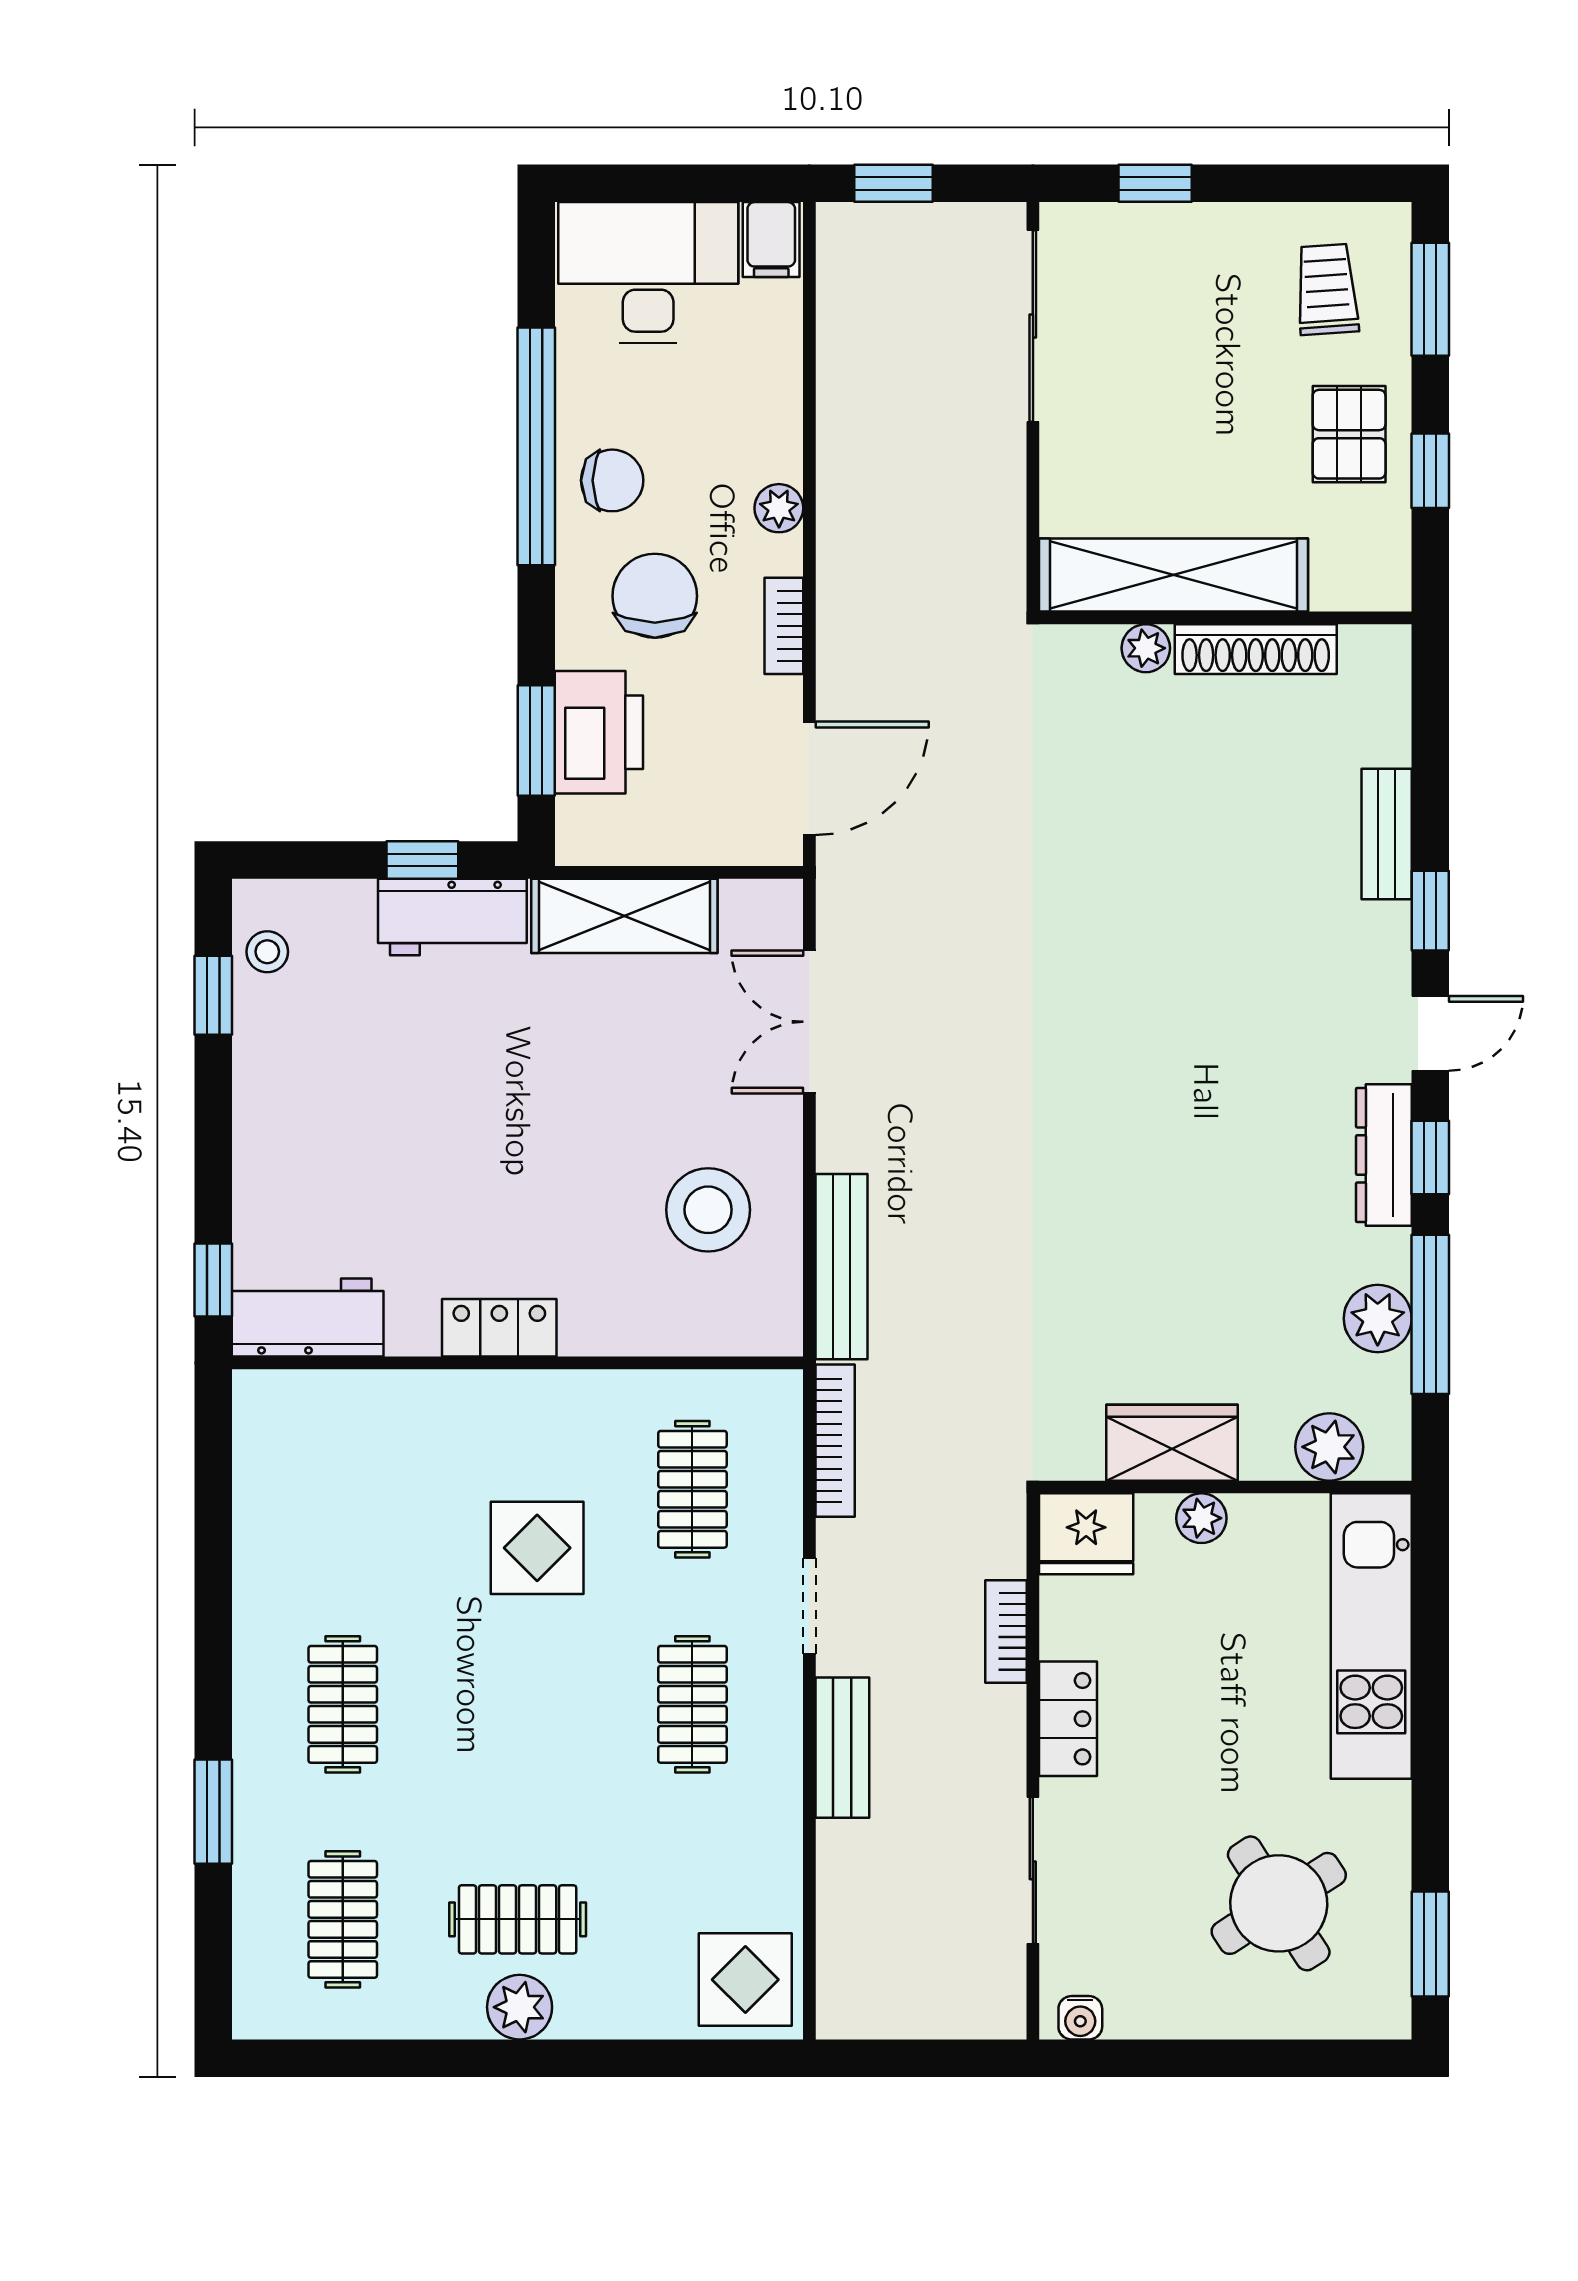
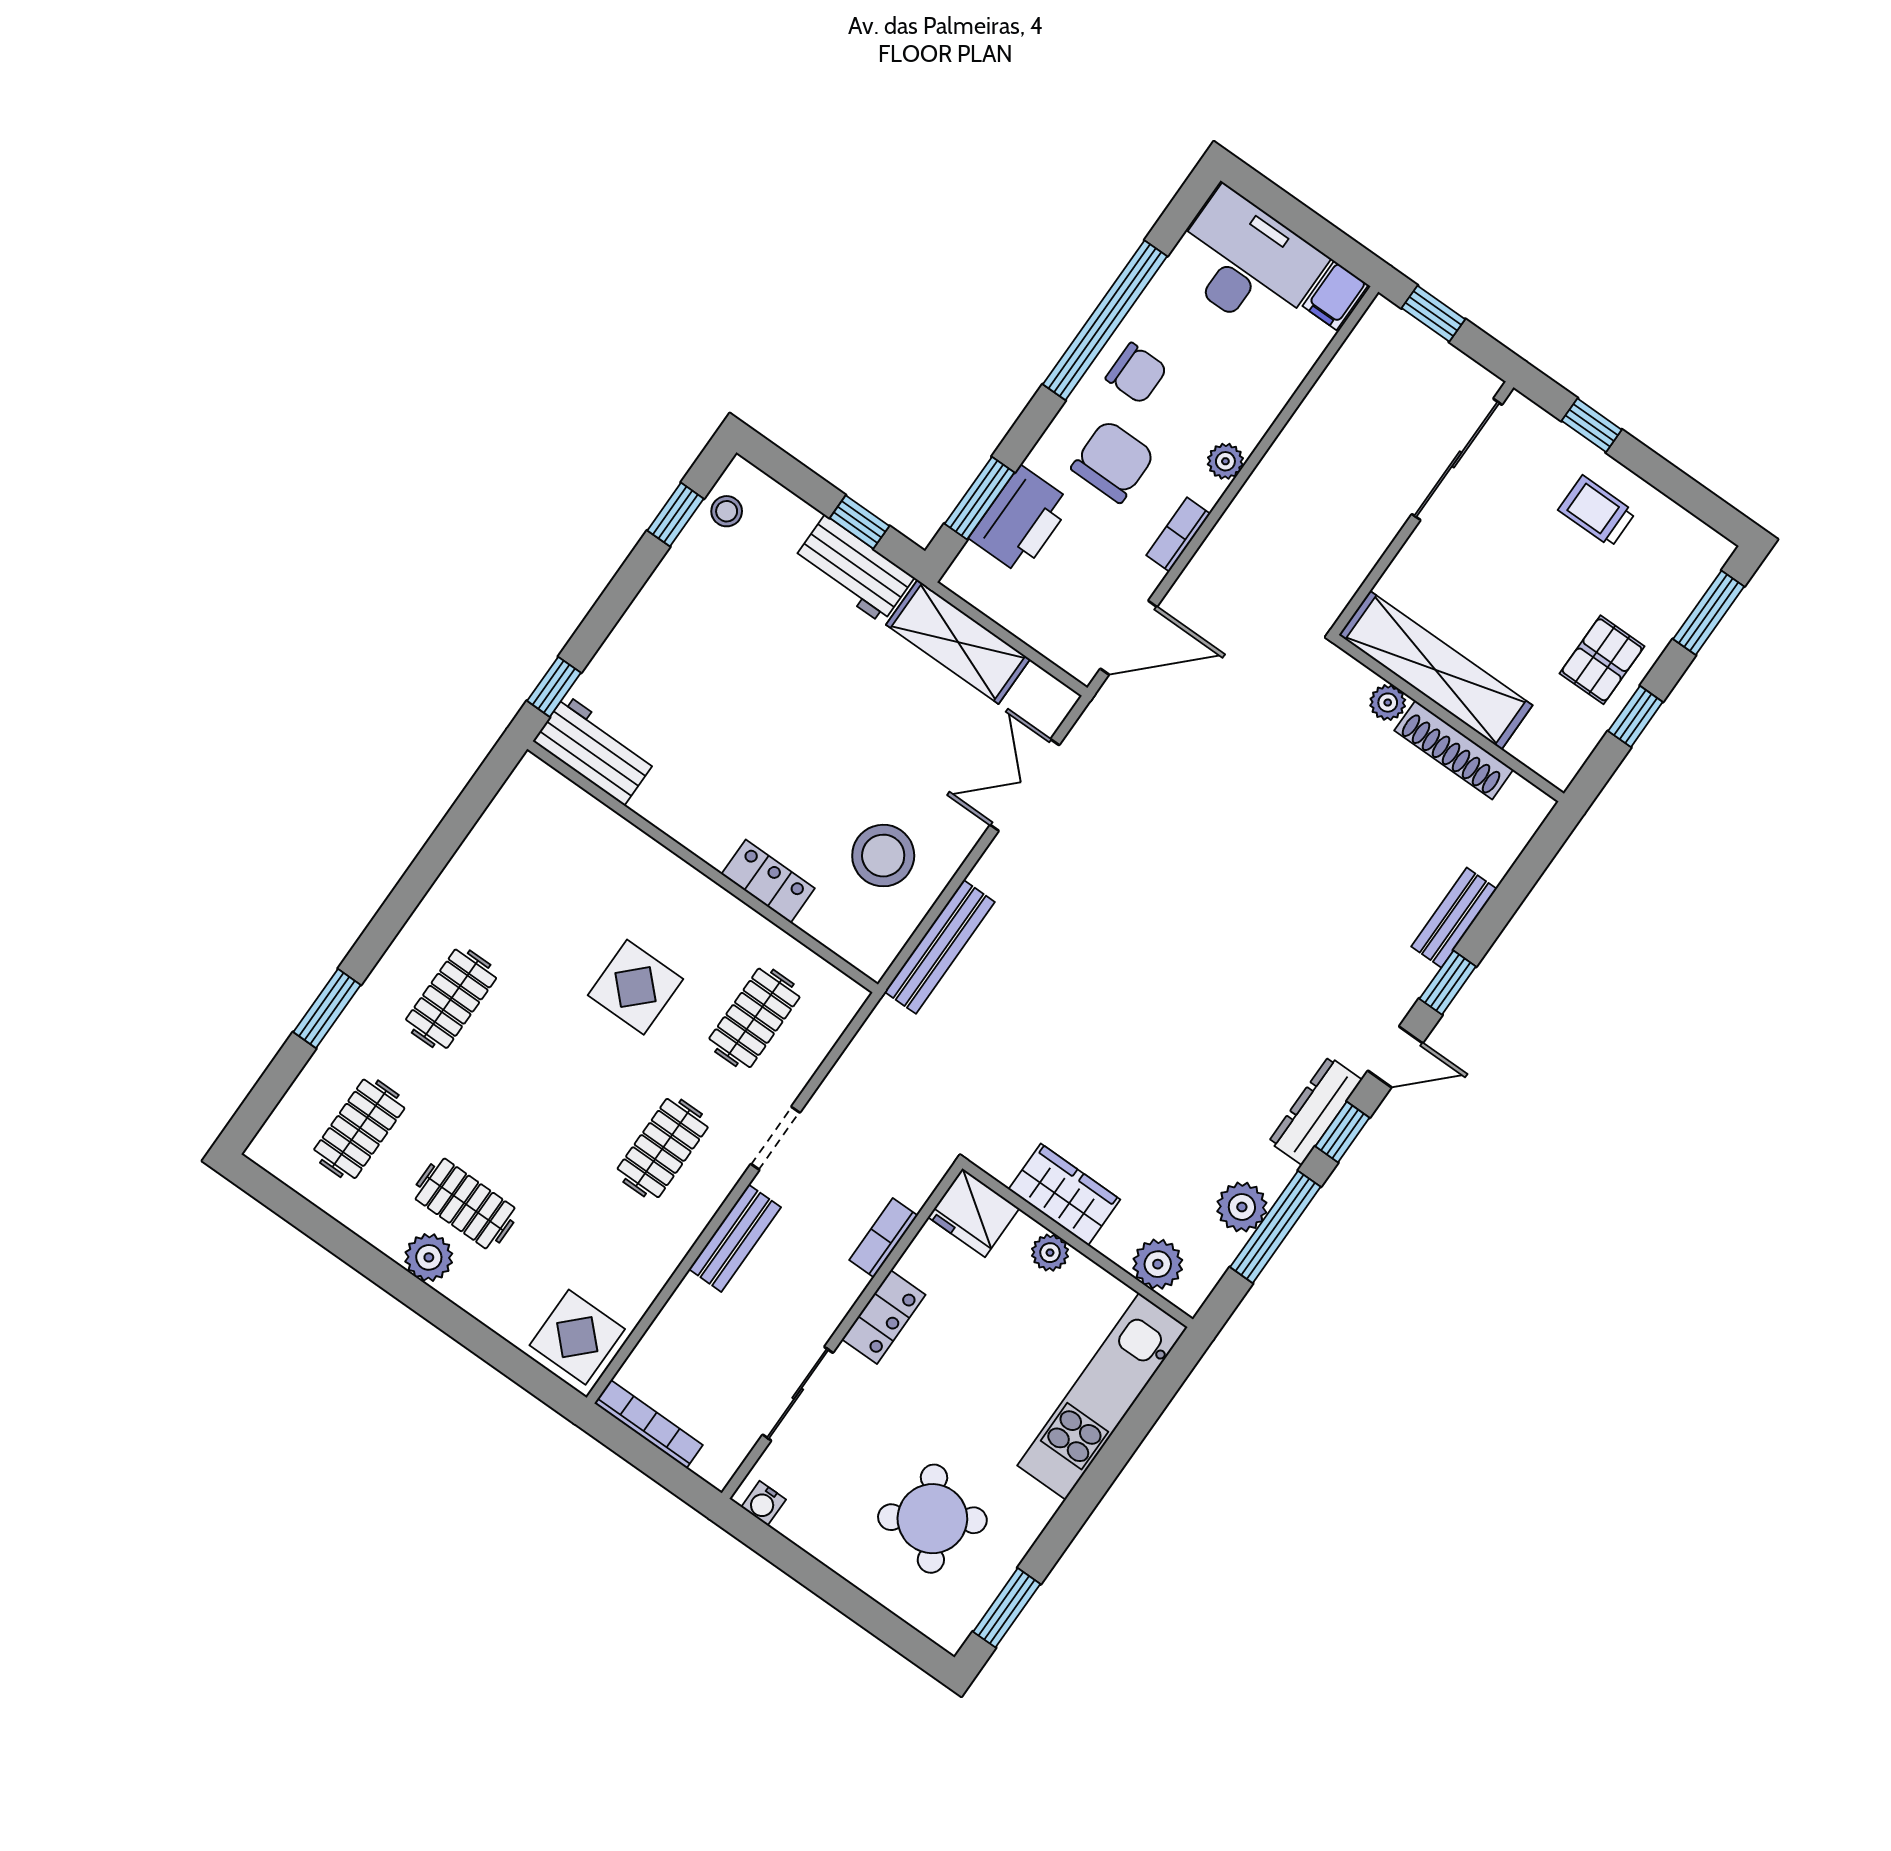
trolley: (1327, 289) -> (1597, 511), moved, turned -86
locker: (499, 1328) -> (768, 881), moved
bookcase: (835, 1441) -> (649, 1424), moved, turned -90

